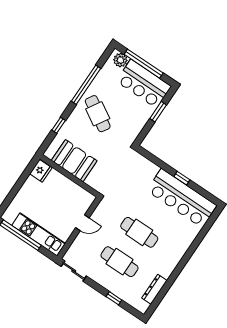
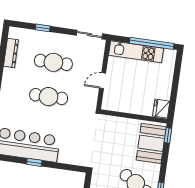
window: (59, 125) -> (168, 135), moved
booth: (74, 161) -> (151, 143), moved, turned 90

